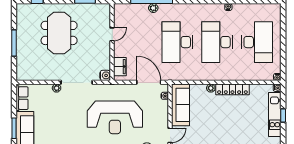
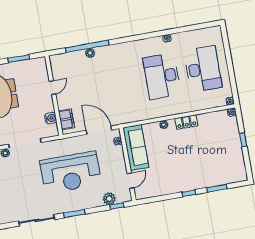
desk: (177, 42) -> (121, 84), removed
water cooler: (105, 75) -> (51, 118), moved
locker: (232, 89) -> (186, 122), width x0.66
kitchen unit: (275, 115) -> (234, 140), removed

